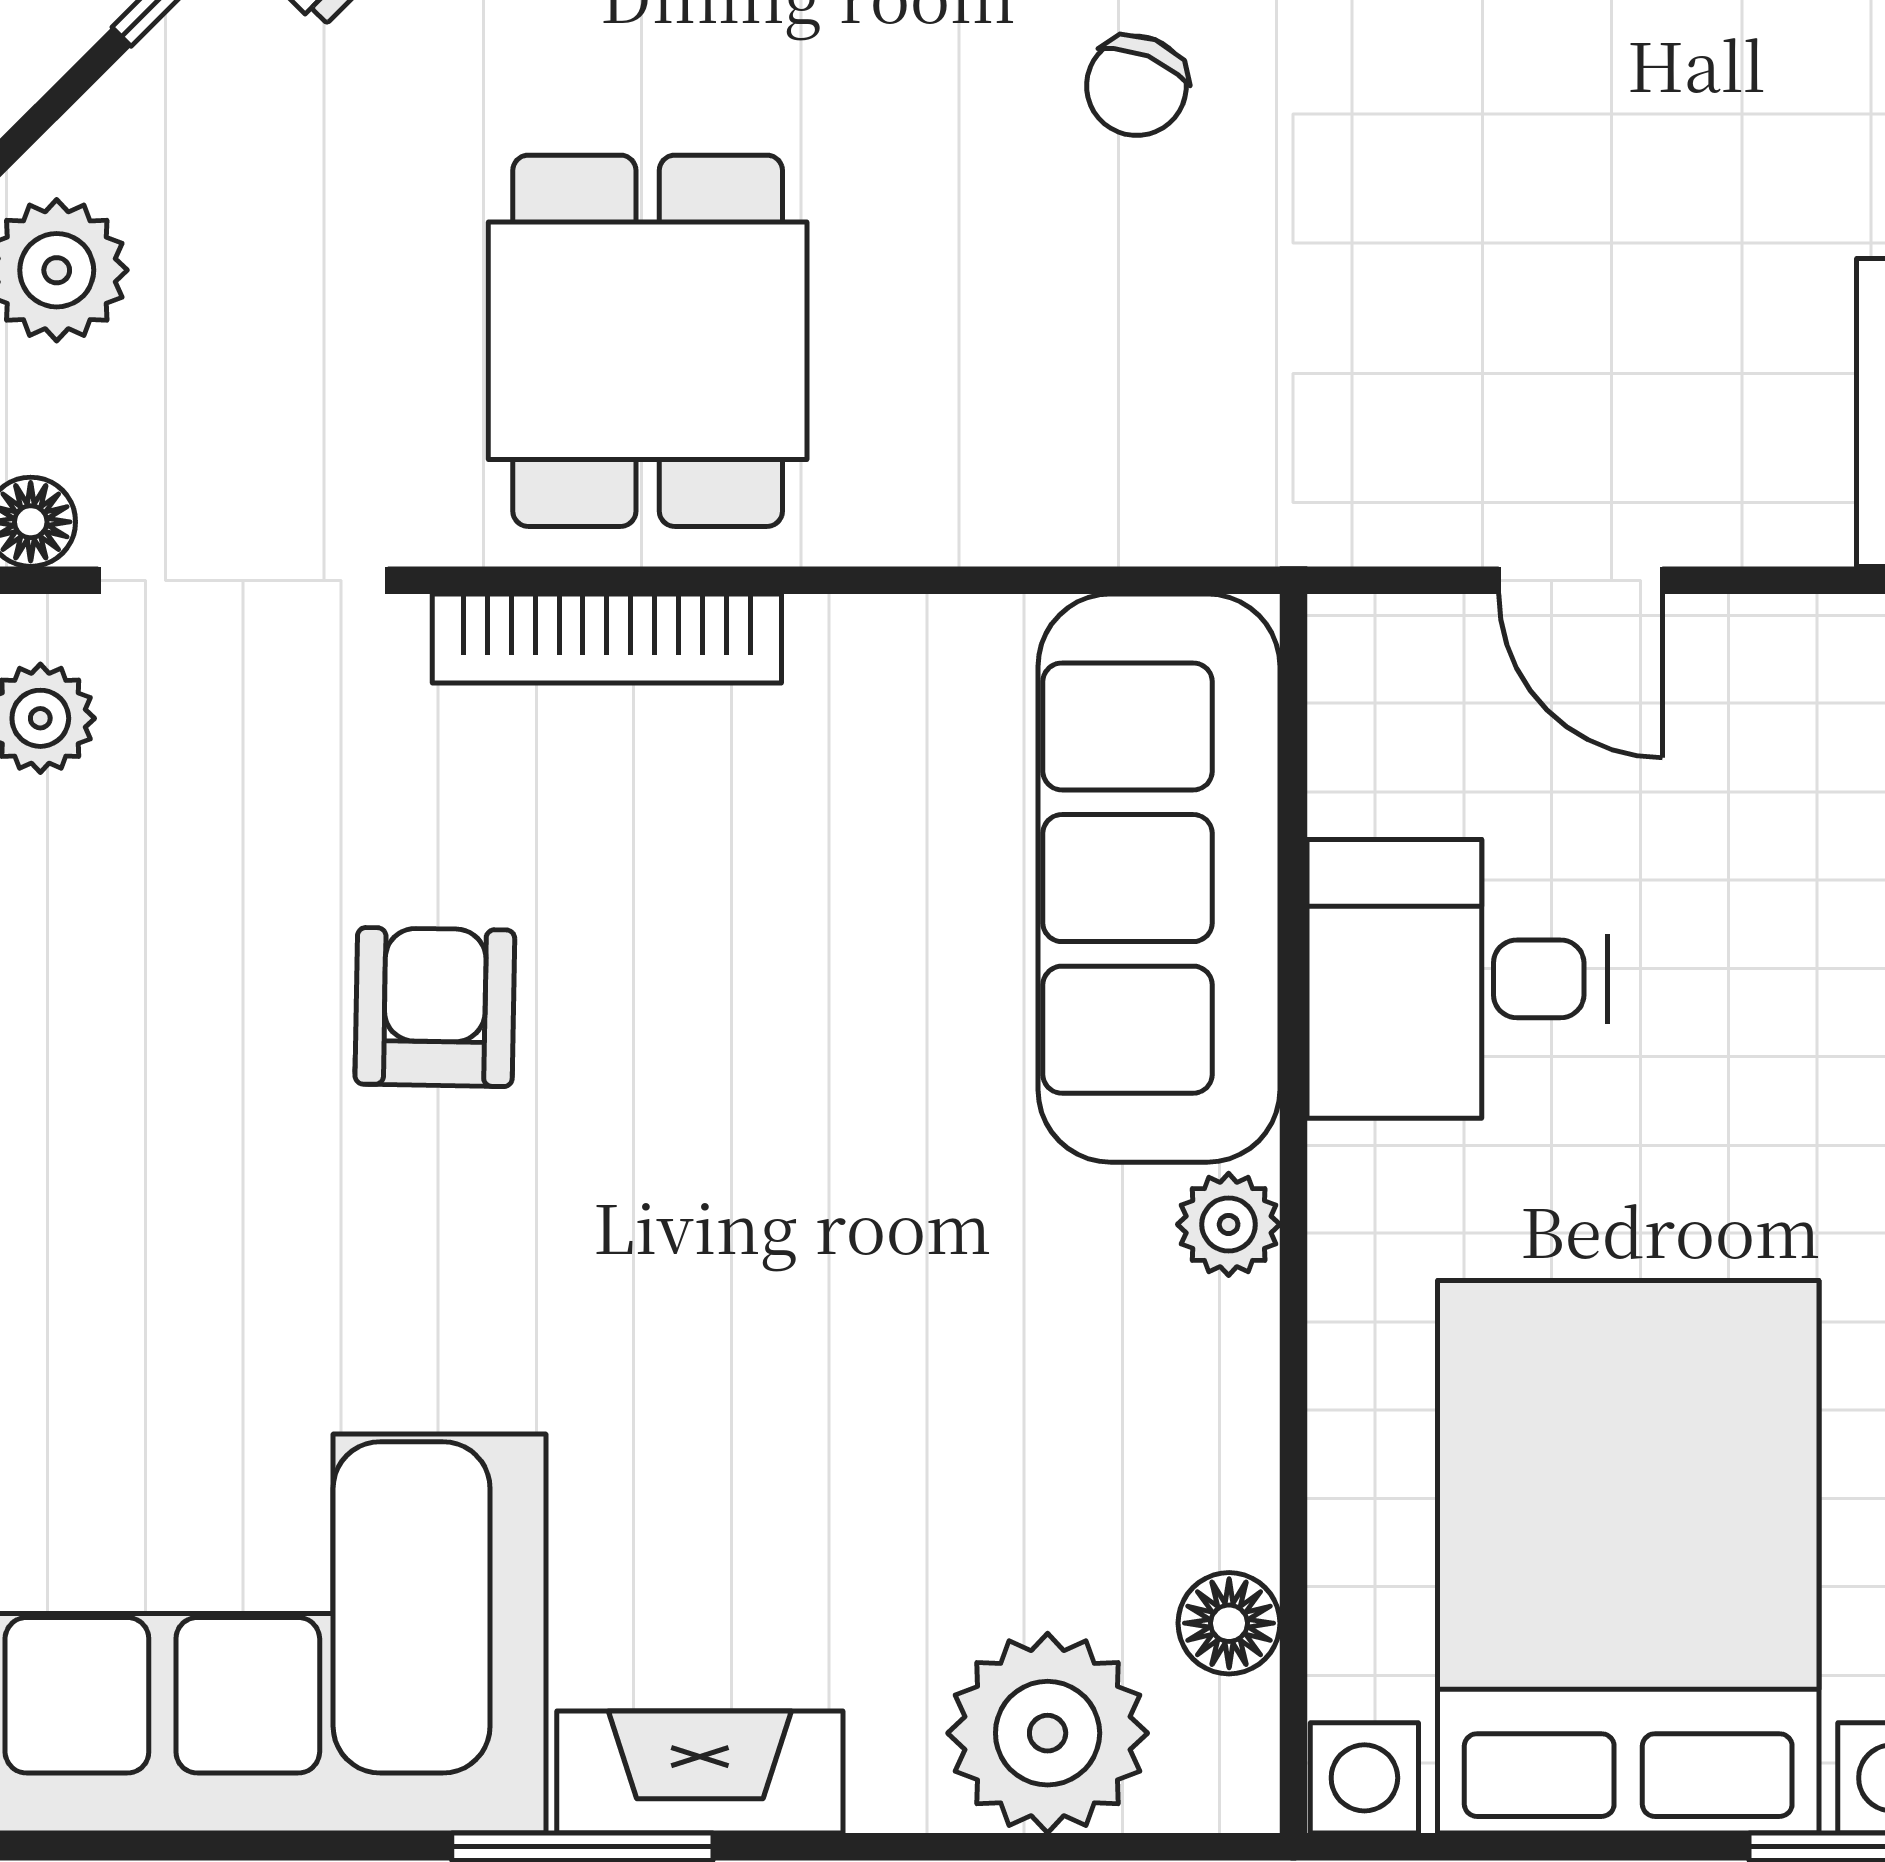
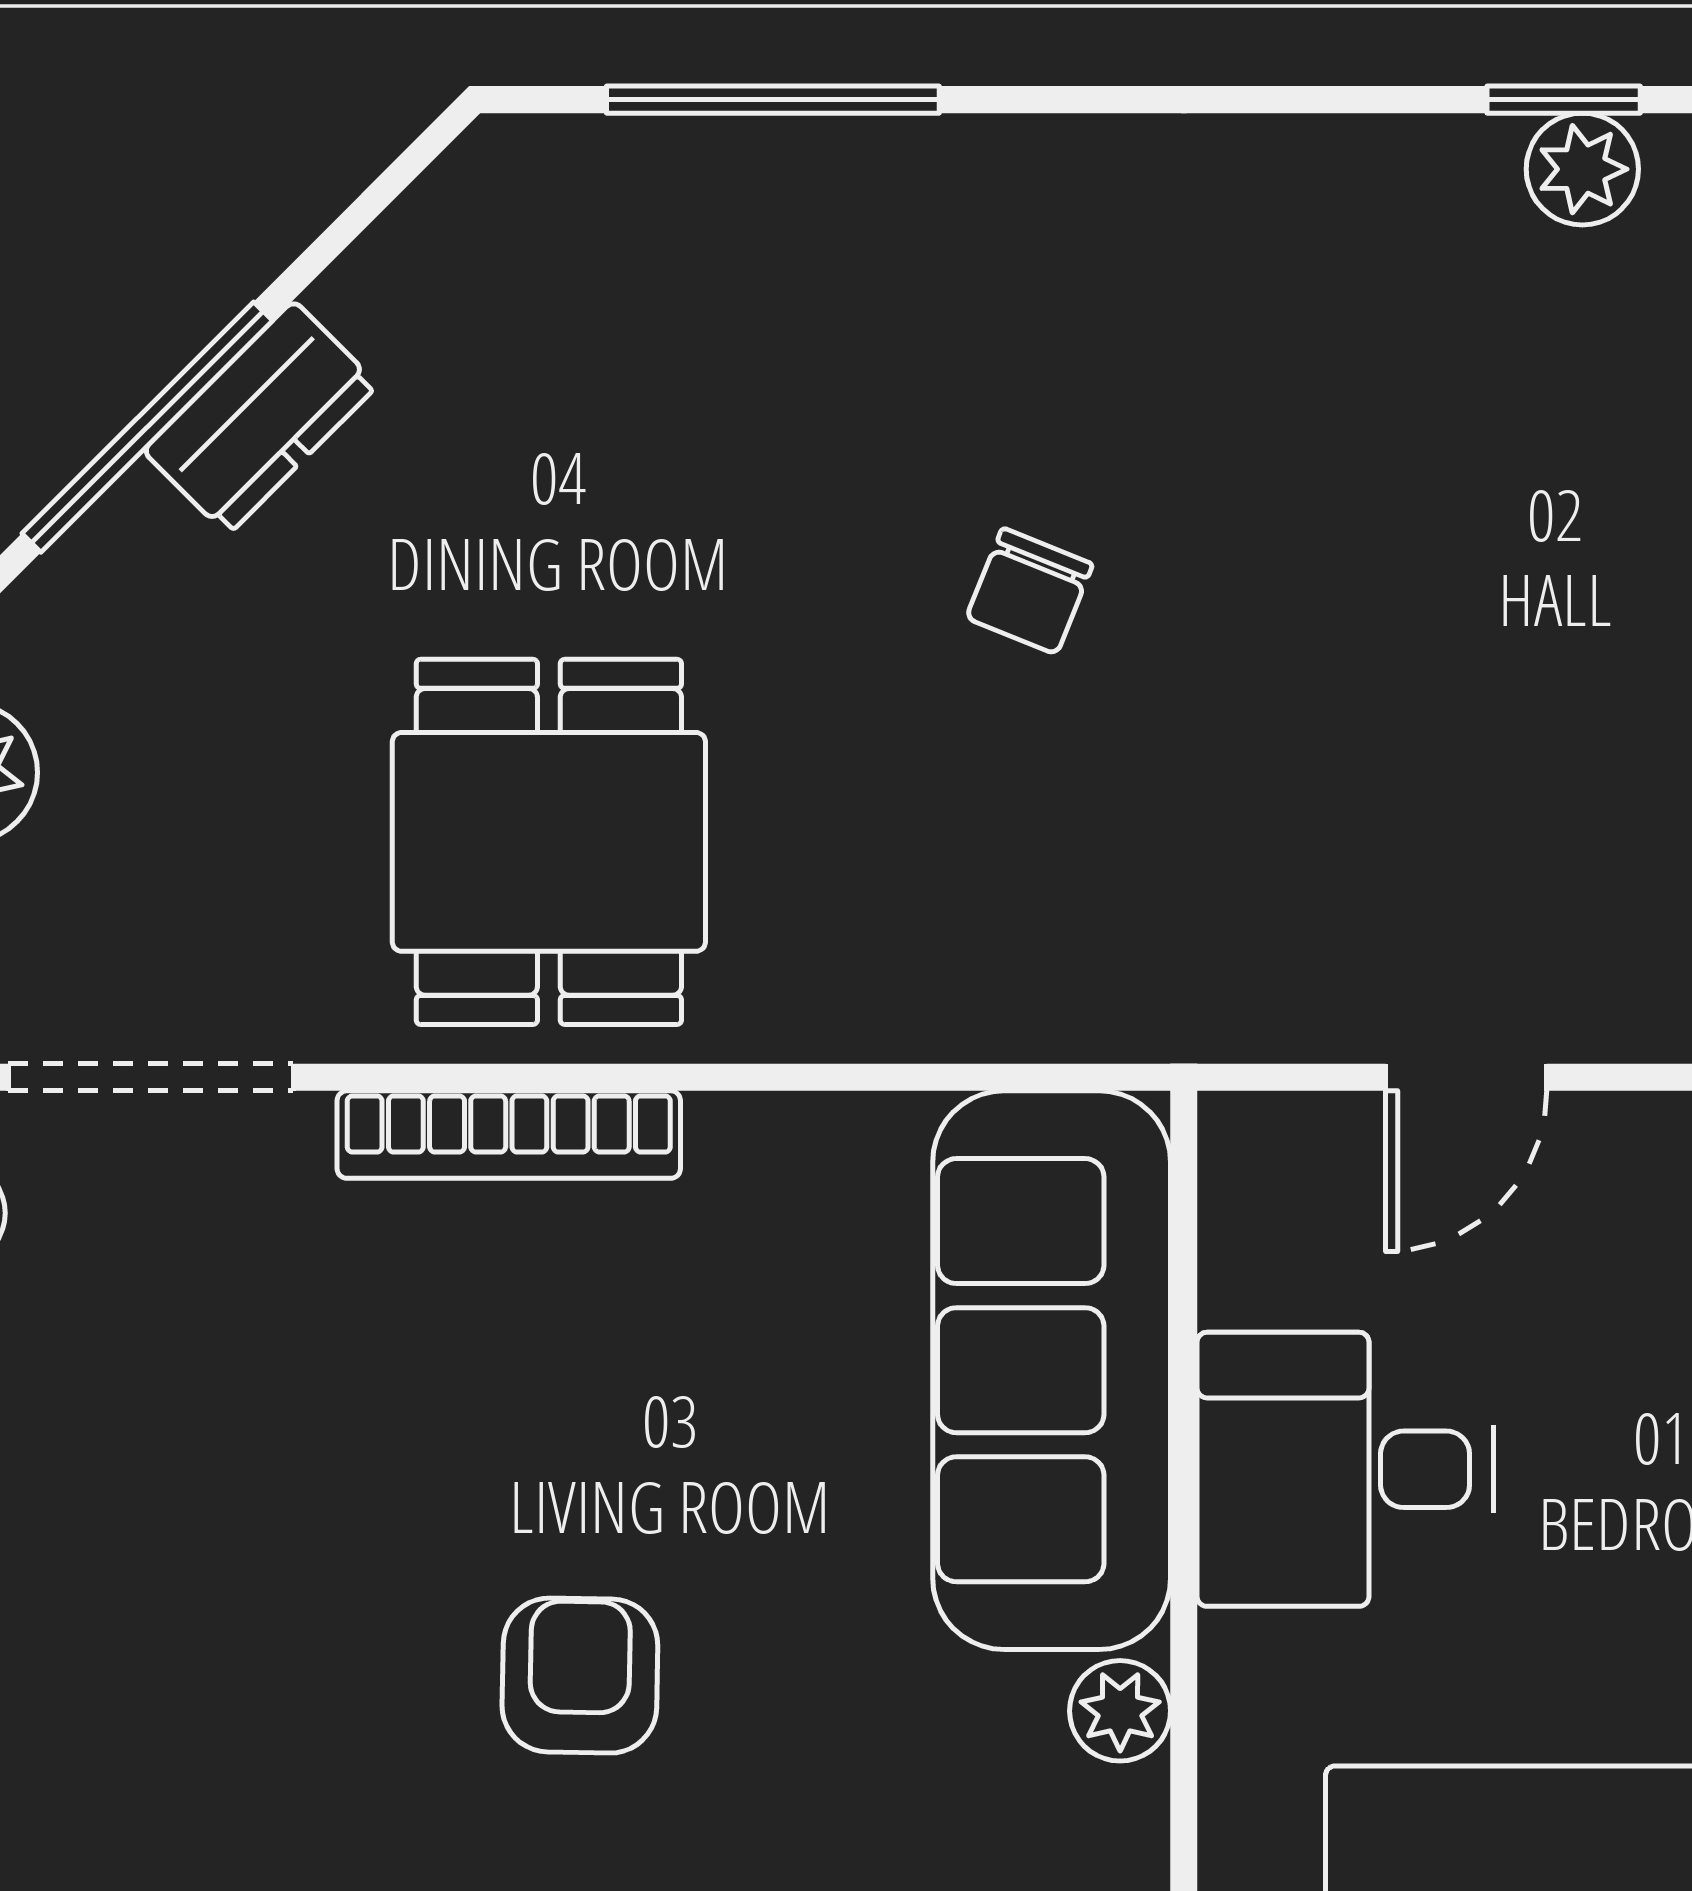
door: (1581, 580) -> (1466, 1077), hinge flipped
armchair: (435, 1007) -> (580, 1676), moved

